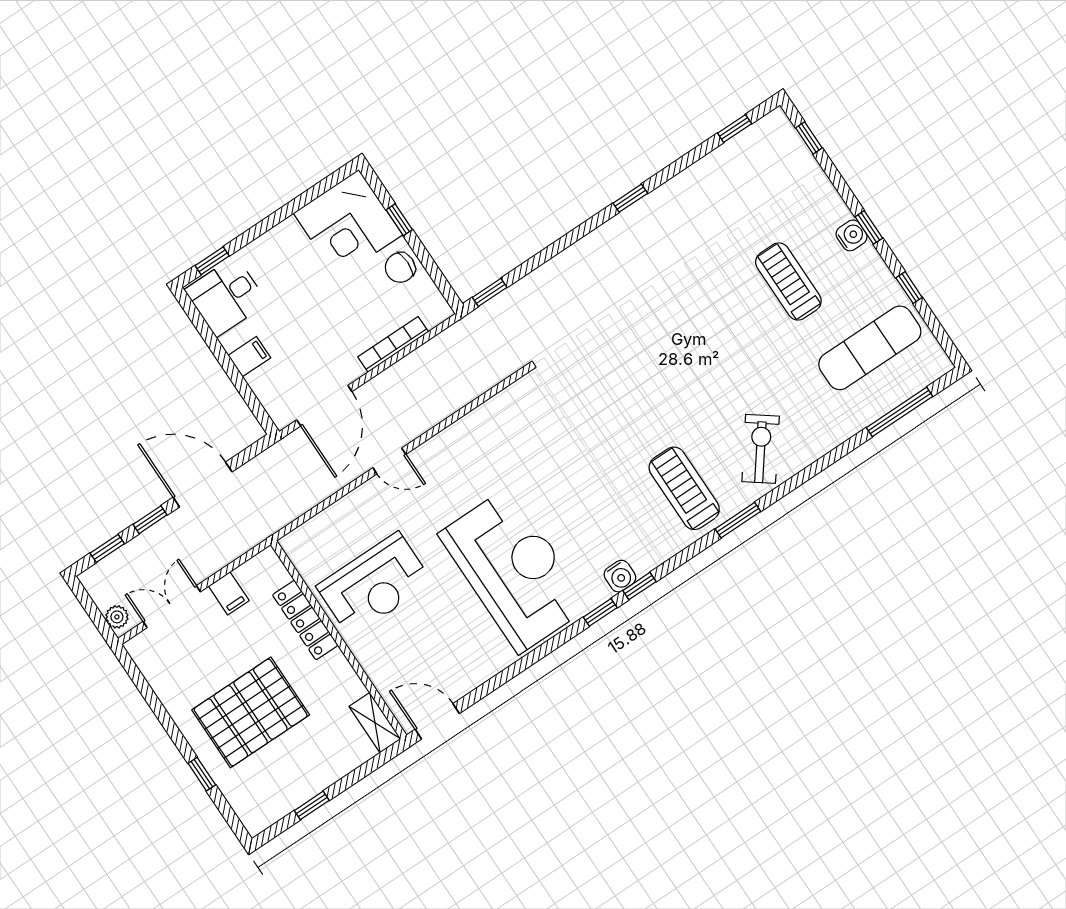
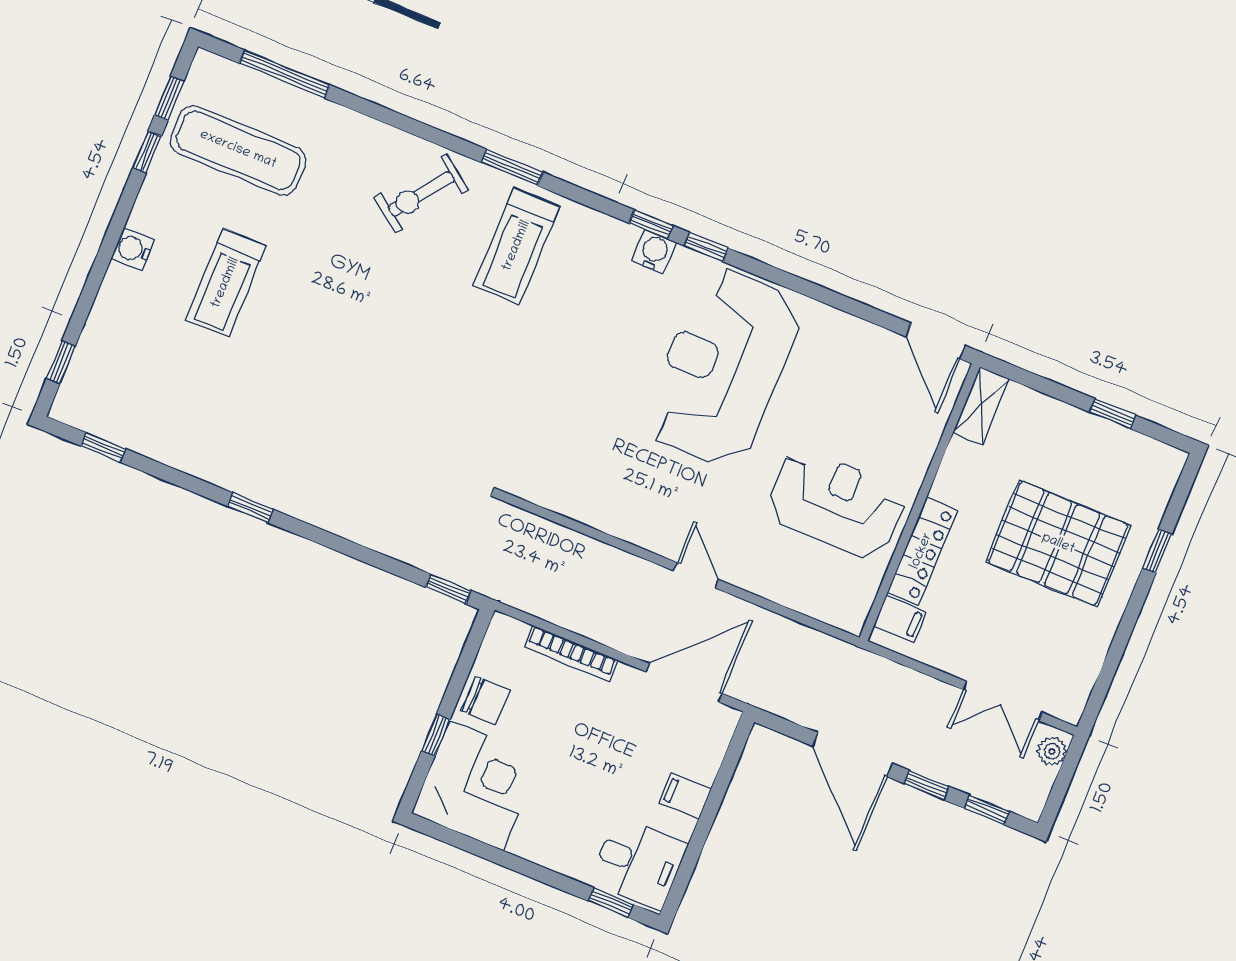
window: (869, 227) -> (169, 98), moved
filing cabinet: (229, 593) -> (900, 619), moved, turned 90

